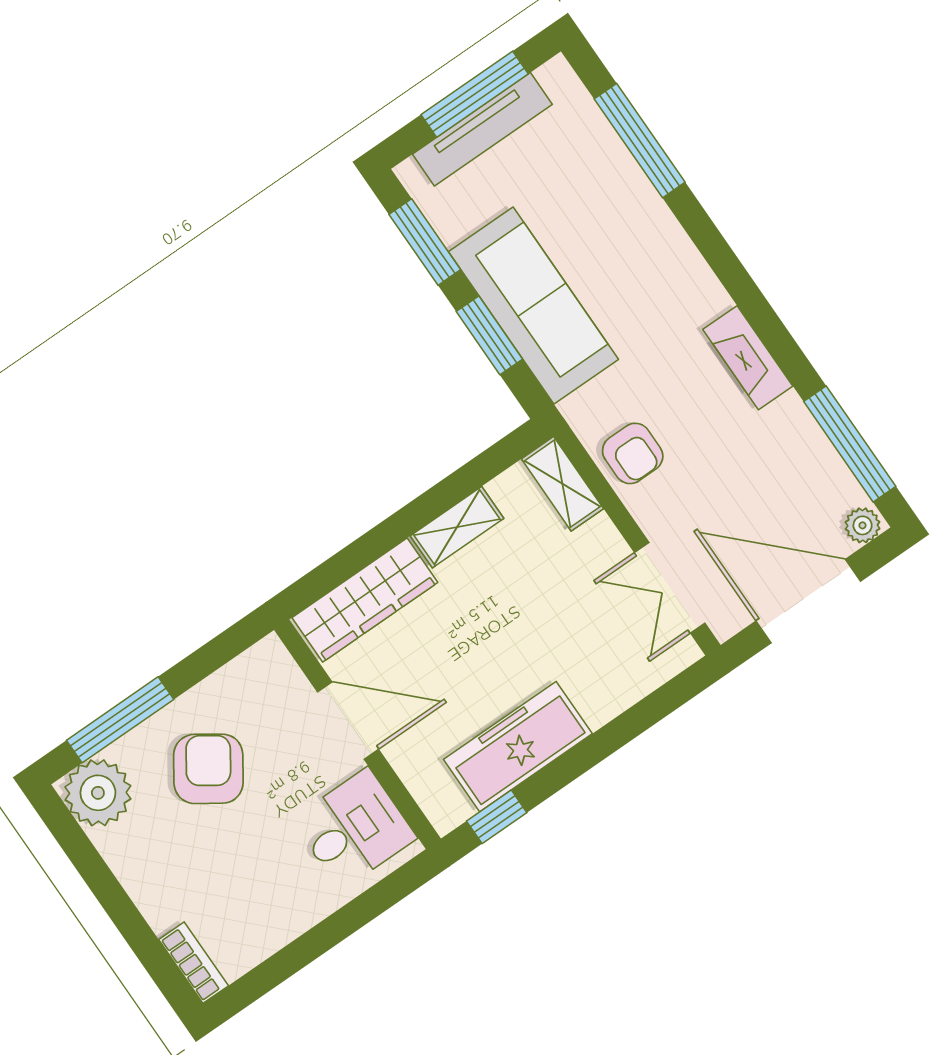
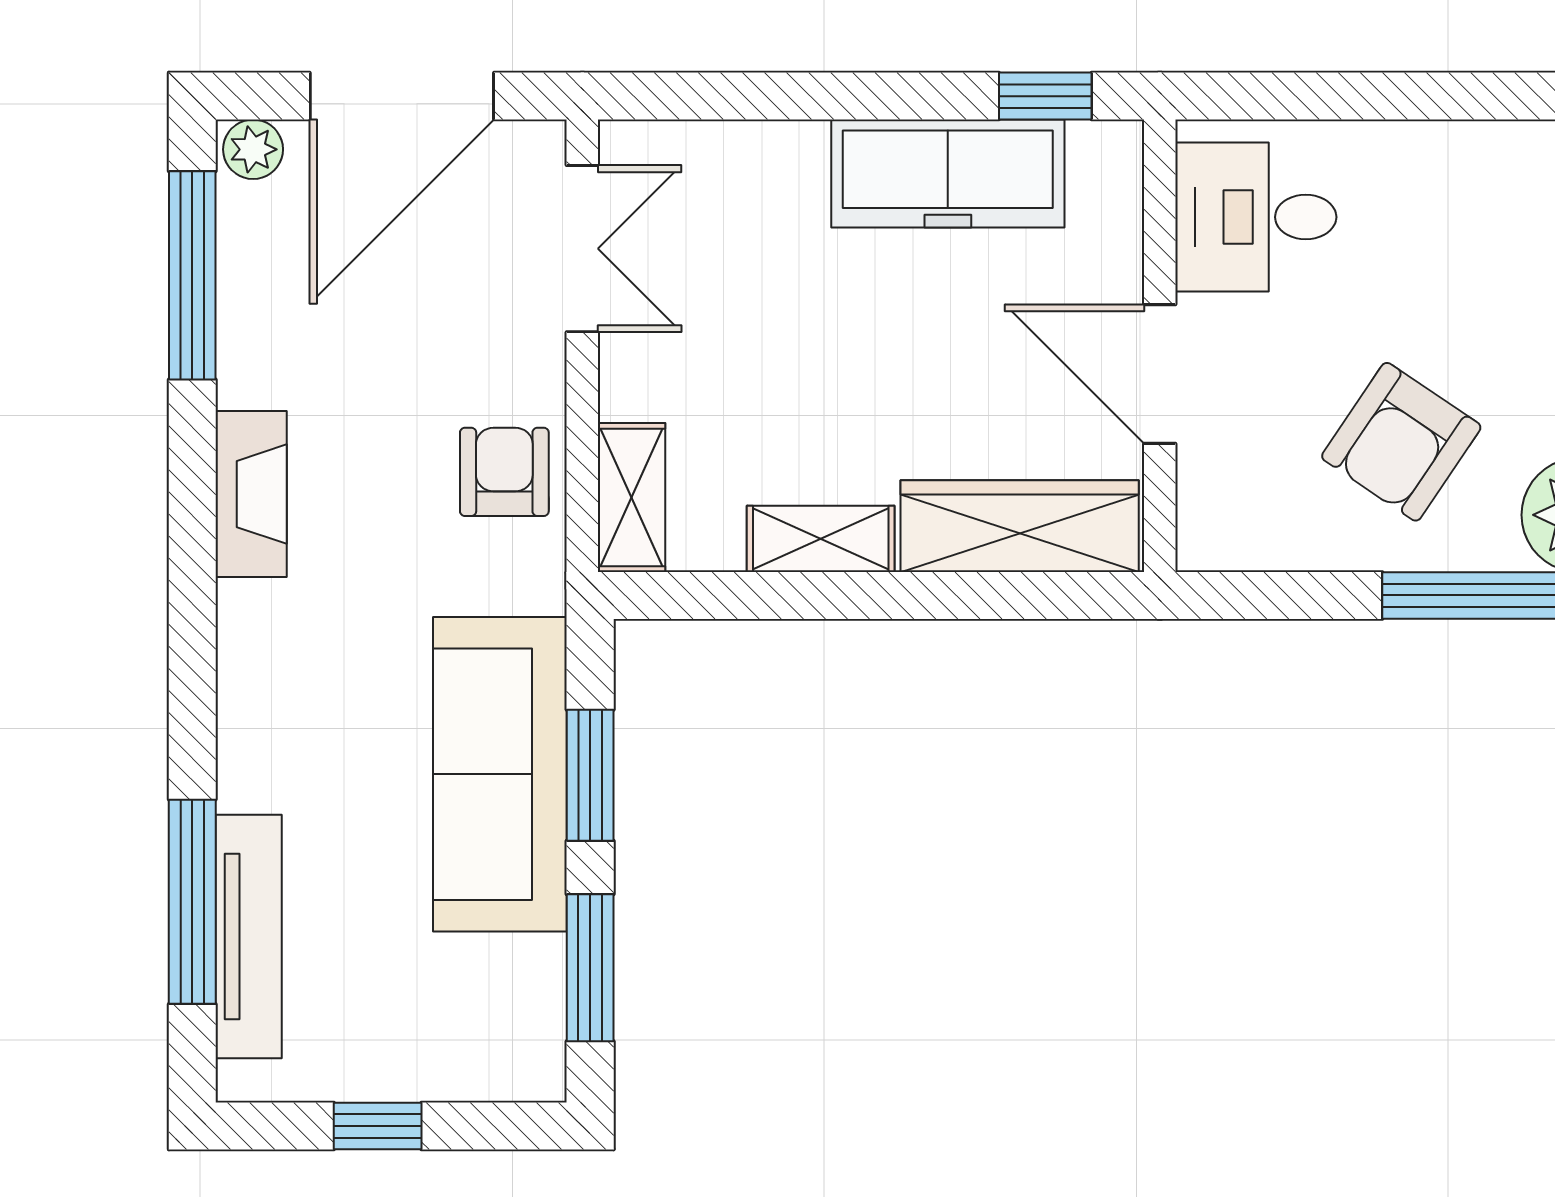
window: (475, 94) -> (378, 1126), width x0.46
tv unit: (482, 129) -> (249, 936), moved, turned 90
door: (808, 601) -> (402, 96), hinge flipped

